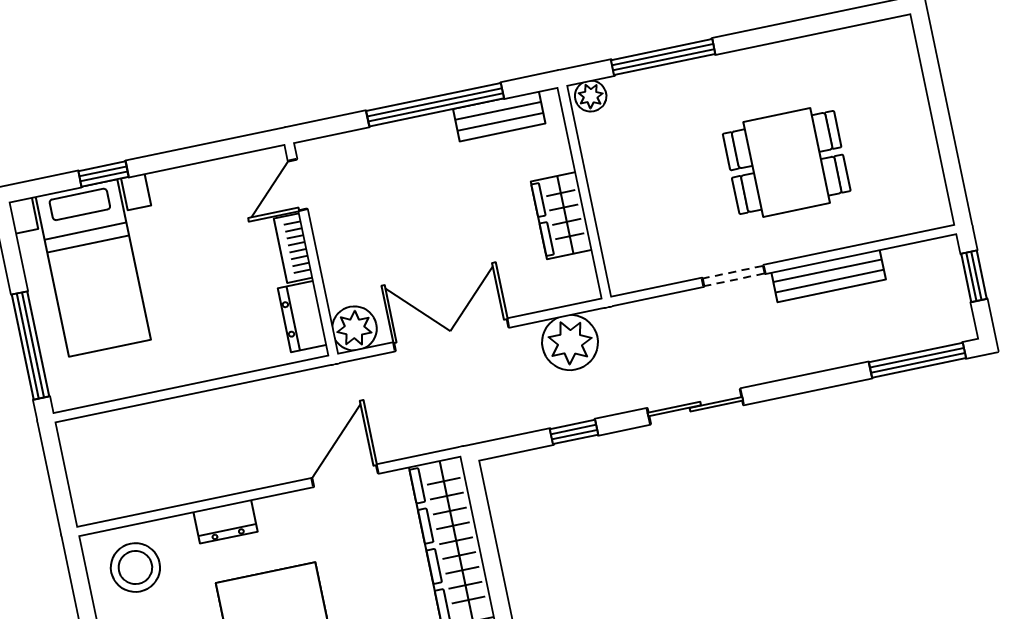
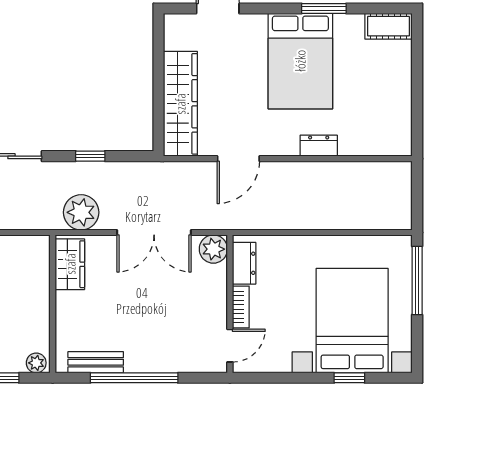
wardrobe: (562, 216) -> (70, 264), moved
bed with nightstands: (93, 268) -> (352, 321), width x1.36
stool: (135, 568) -> (381, 129), removed

